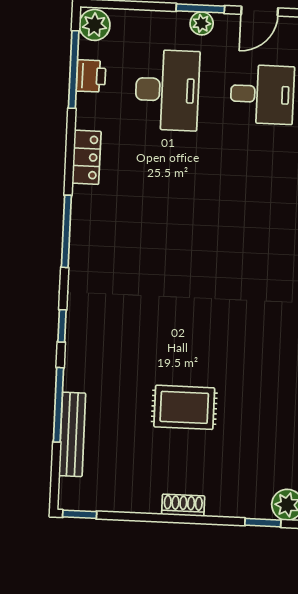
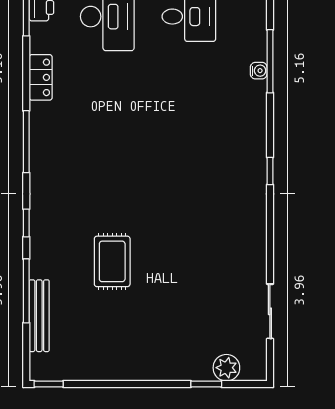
rug: (184, 407) -> (112, 261), moved, turned 90
shoe rack: (183, 505) -> (137, 372), removed

